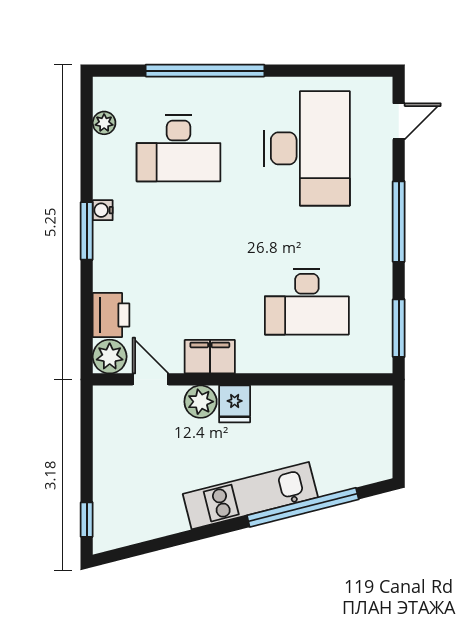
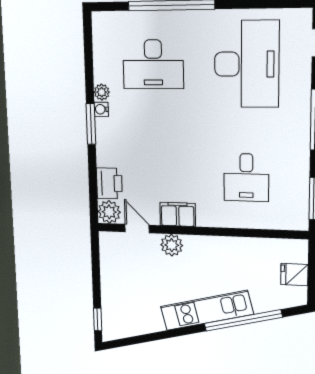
plant: (104, 123) -> (102, 92), moved
desk: (307, 302) -> (246, 178), width x0.73
fridge: (235, 404) -> (294, 275), moved, turned 90

